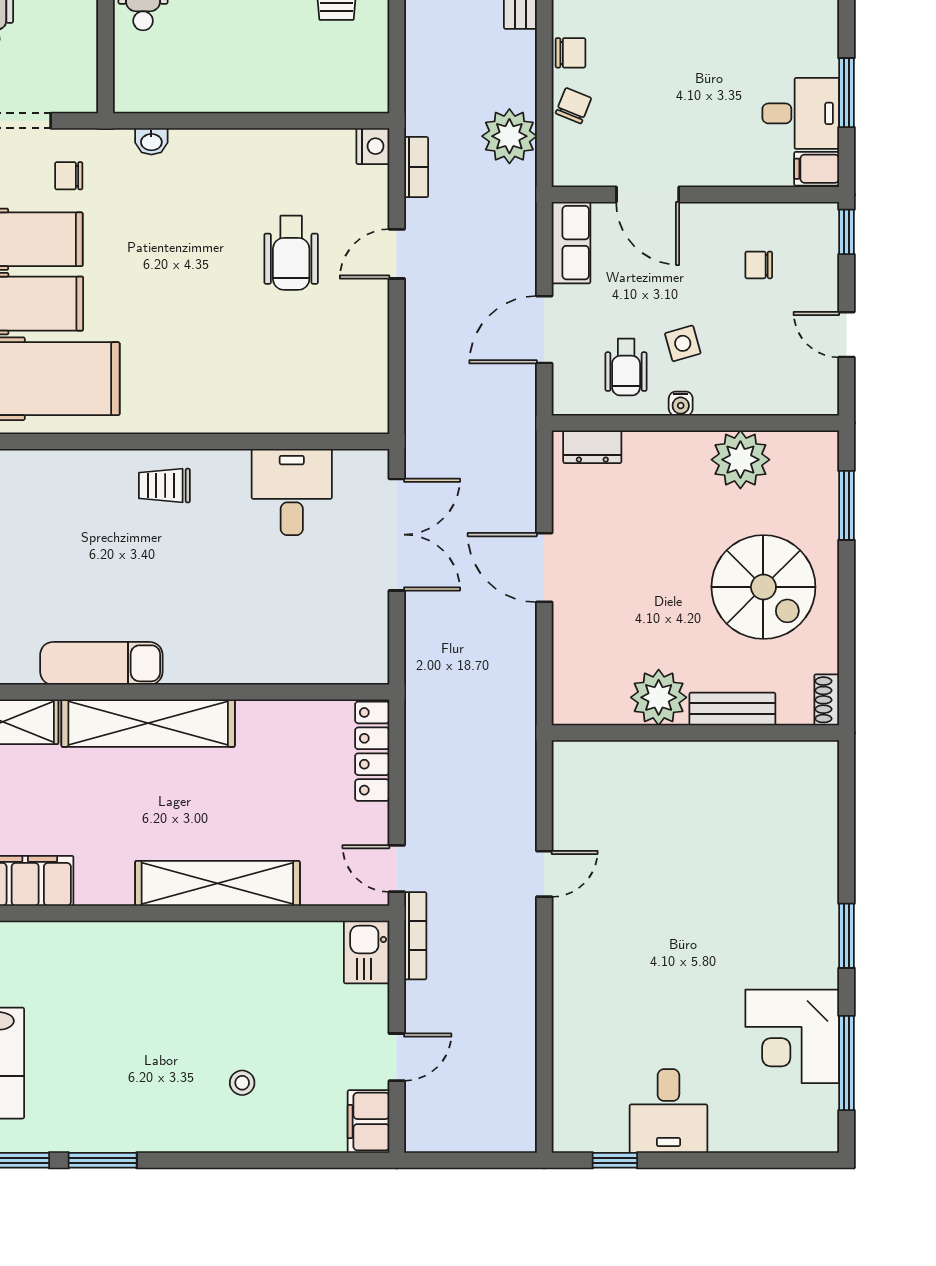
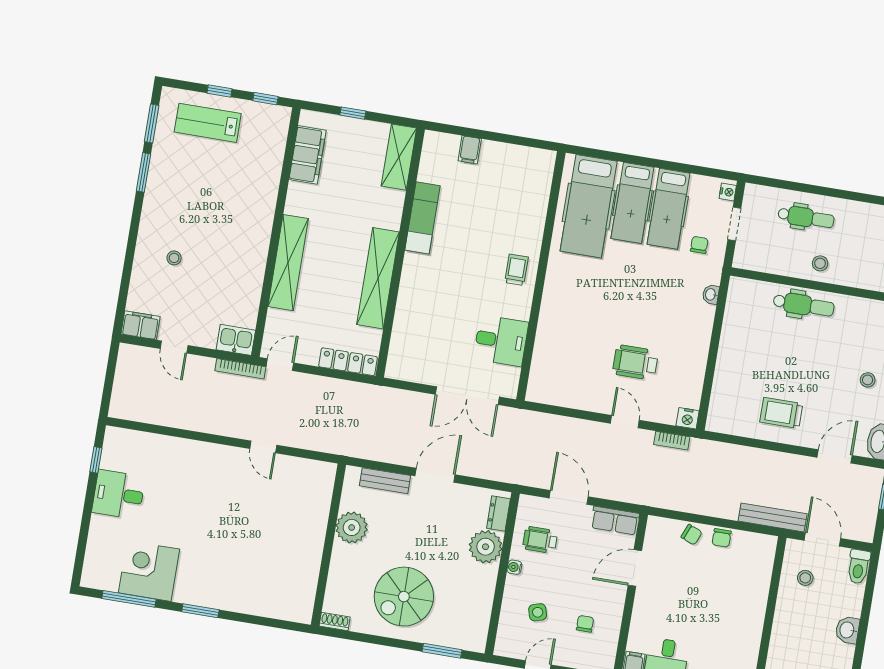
plant: (509, 136) -> (680, 496), removed
side table: (683, 343) -> (538, 612), moved
plant: (740, 460) -> (486, 547), moved
bench: (732, 709) -> (385, 481), moved, turned 90
shelving: (148, 723) -> (378, 278), moved

